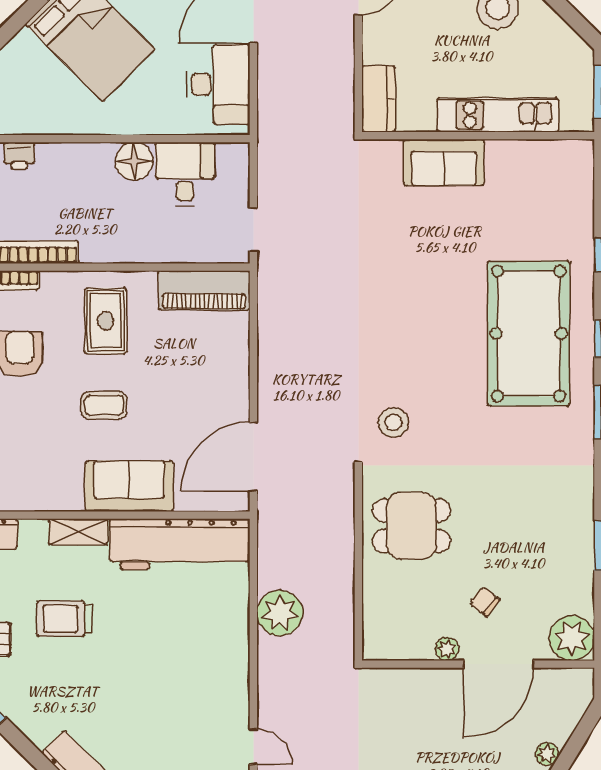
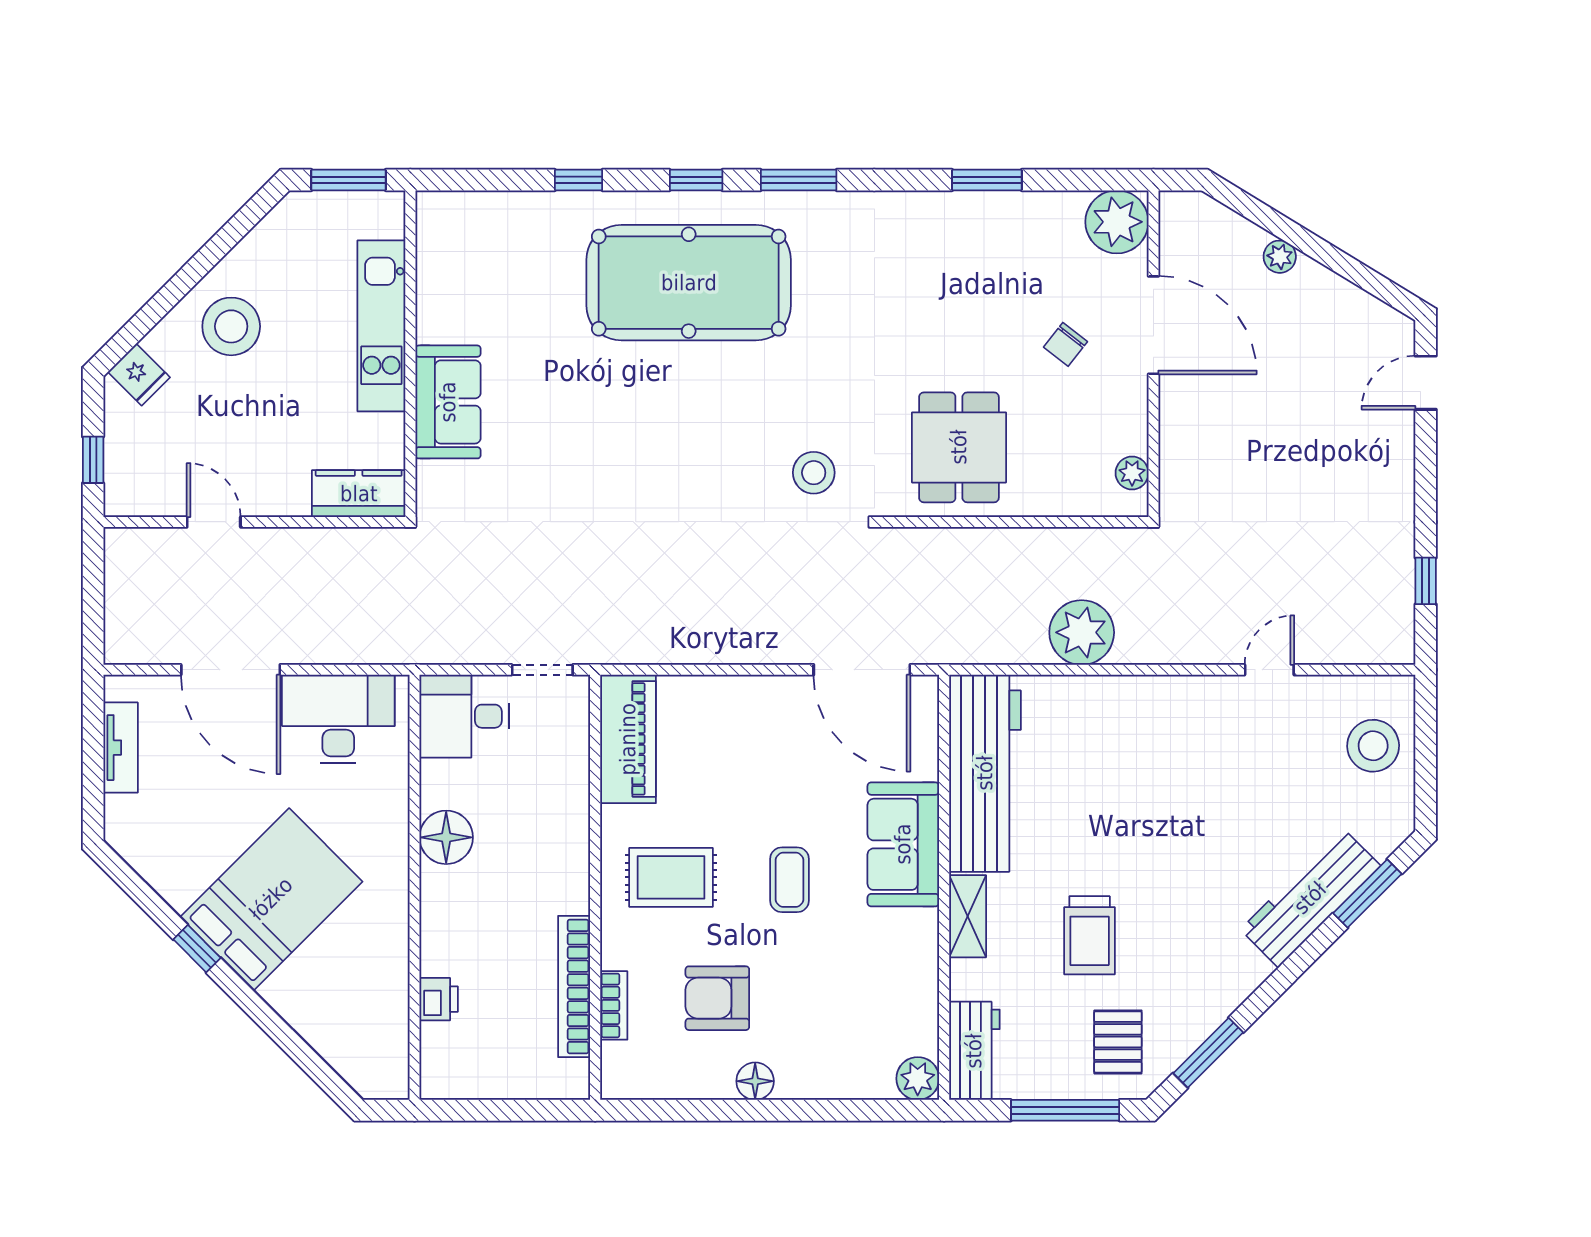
desk: (185, 174) -> (464, 716), moved
plant: (447, 649) -> (1132, 473), moved

